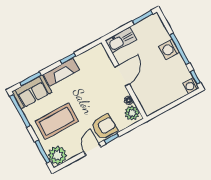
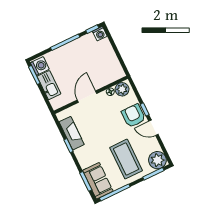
kitchen sink: (121, 40) -> (49, 85), moved
washing machine: (169, 49) -> (40, 66), moved, turned -90
fireplace: (61, 72) -> (72, 133), moved
door: (122, 76) -> (87, 97), hinge flipped

